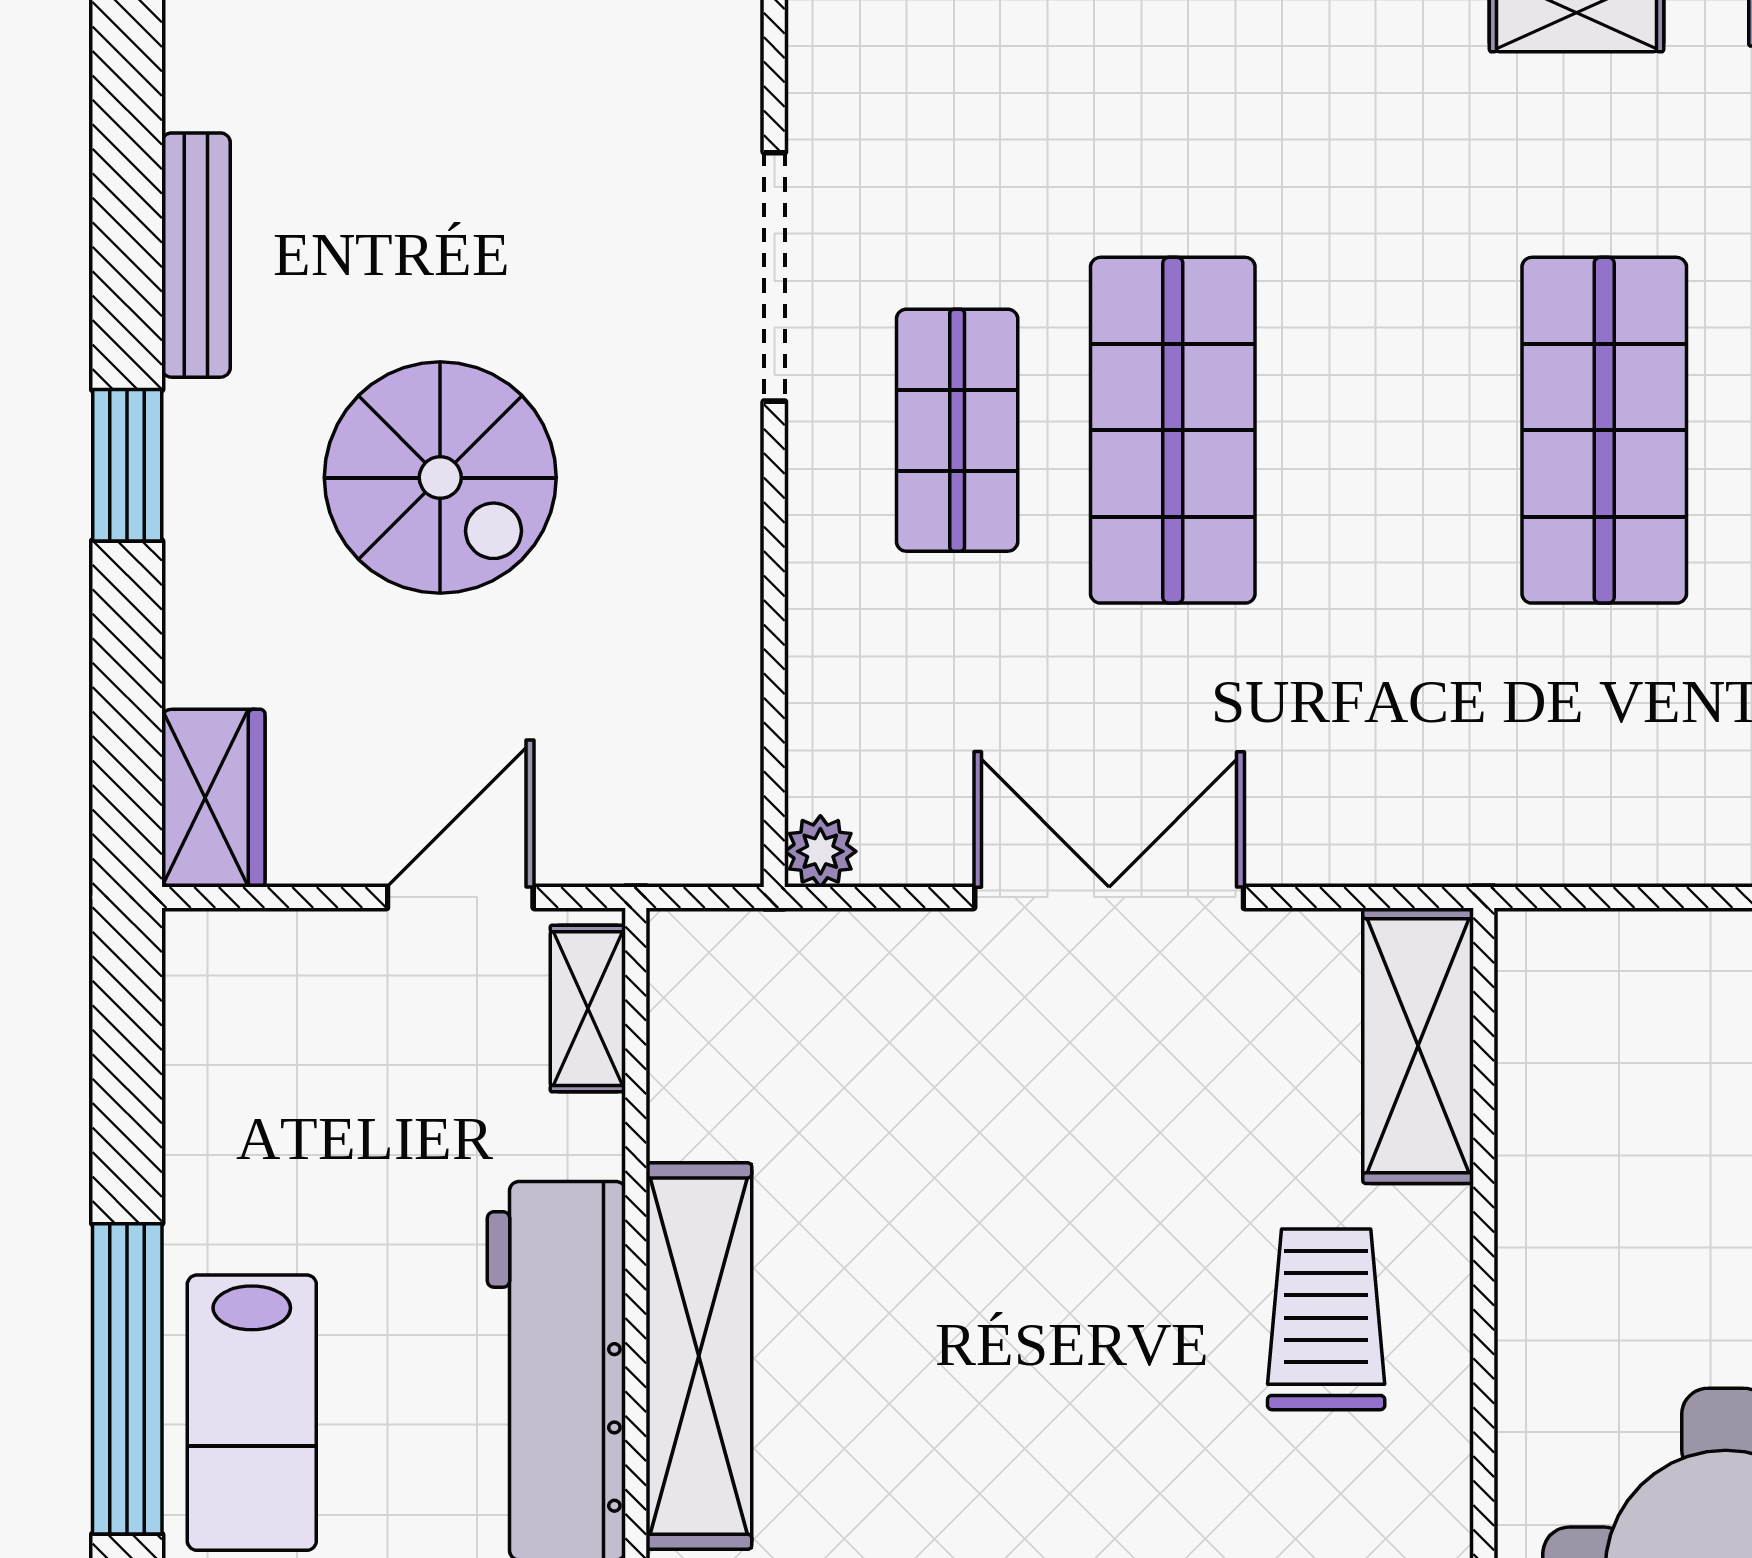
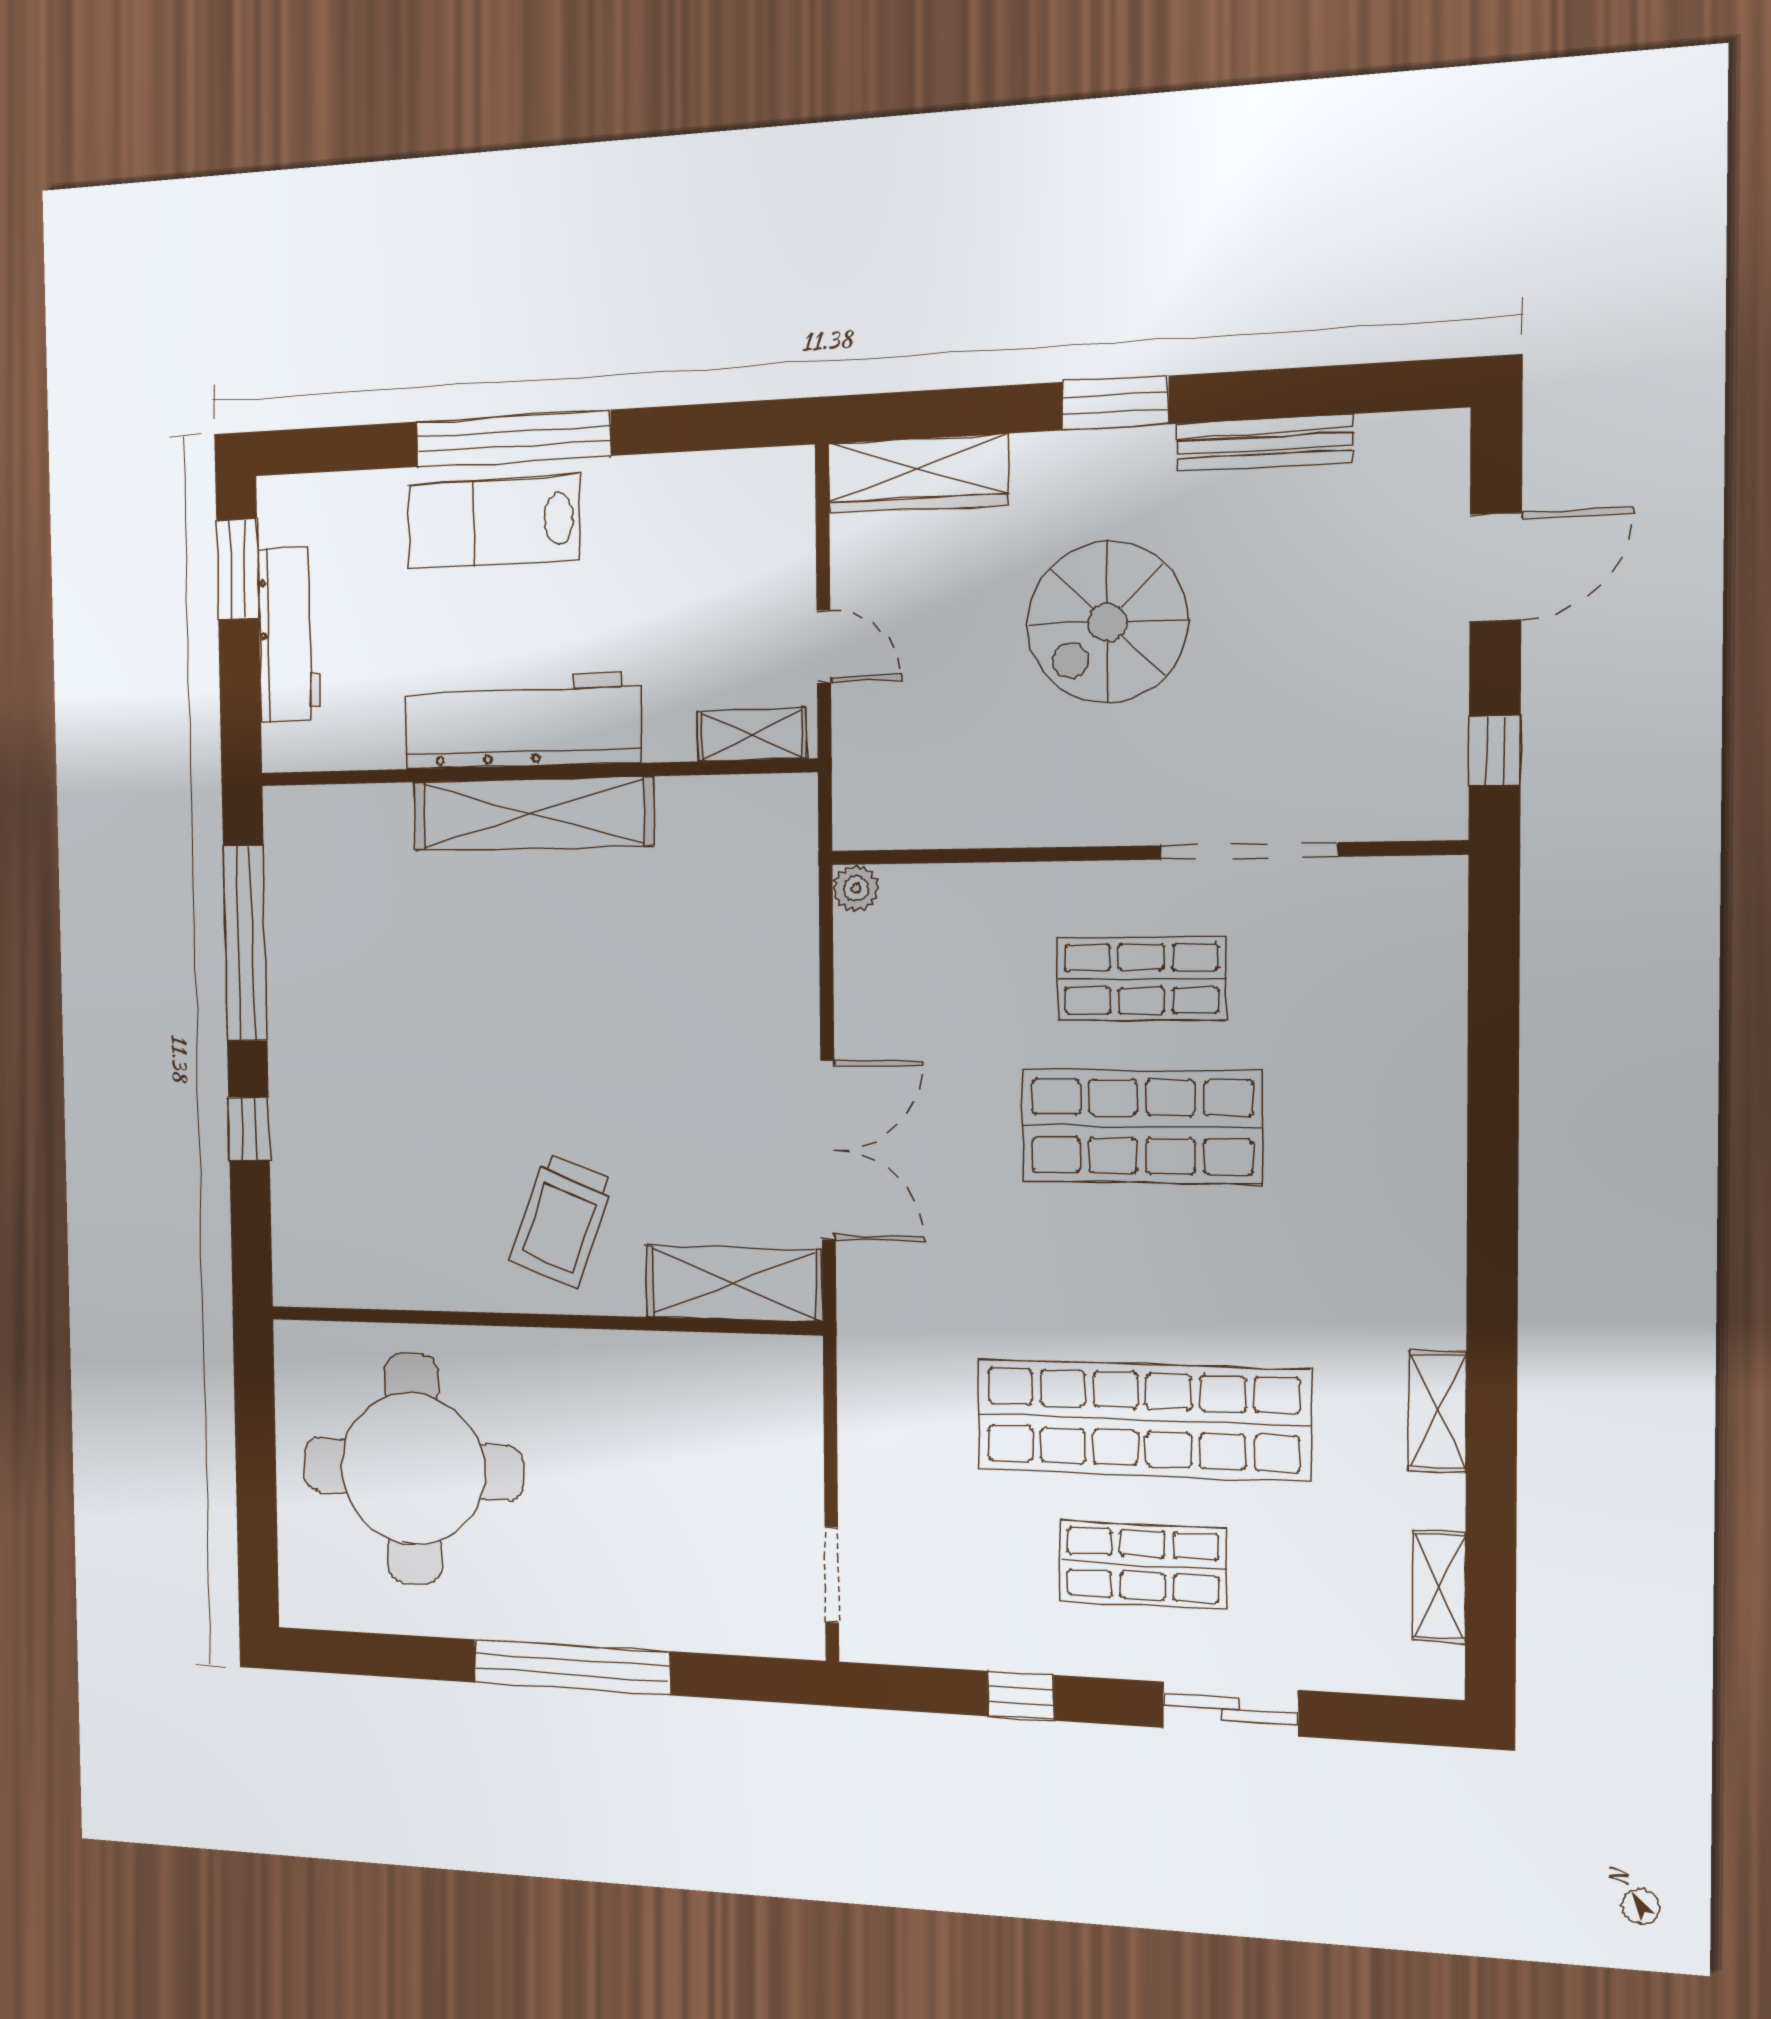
shop shelf: (1604, 430) -> (1142, 1420), width x1.40
wardrobe: (213, 798) -> (918, 474), width x1.50
door: (460, 897) -> (824, 647), width x0.73
double door: (1109, 897) -> (828, 1150), moved
trolley: (1326, 1319) -> (561, 1220), turned 111

